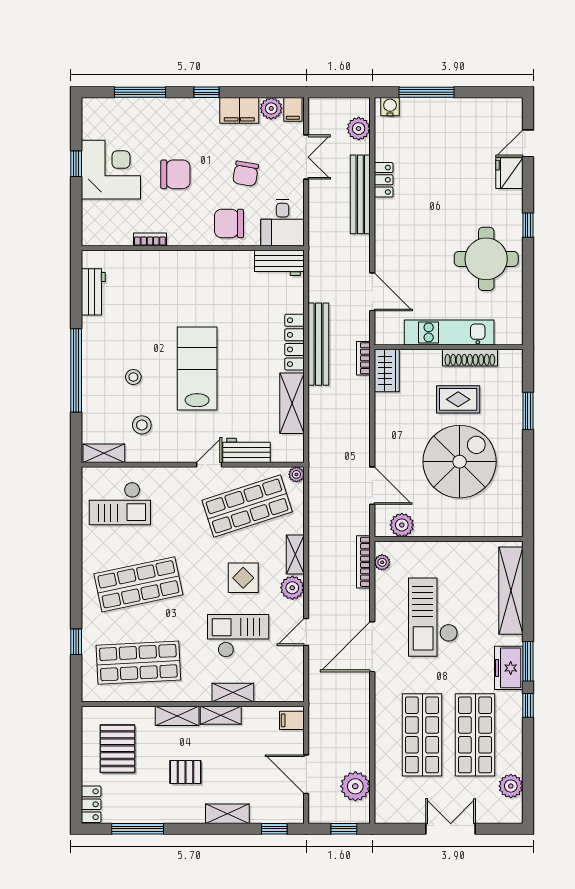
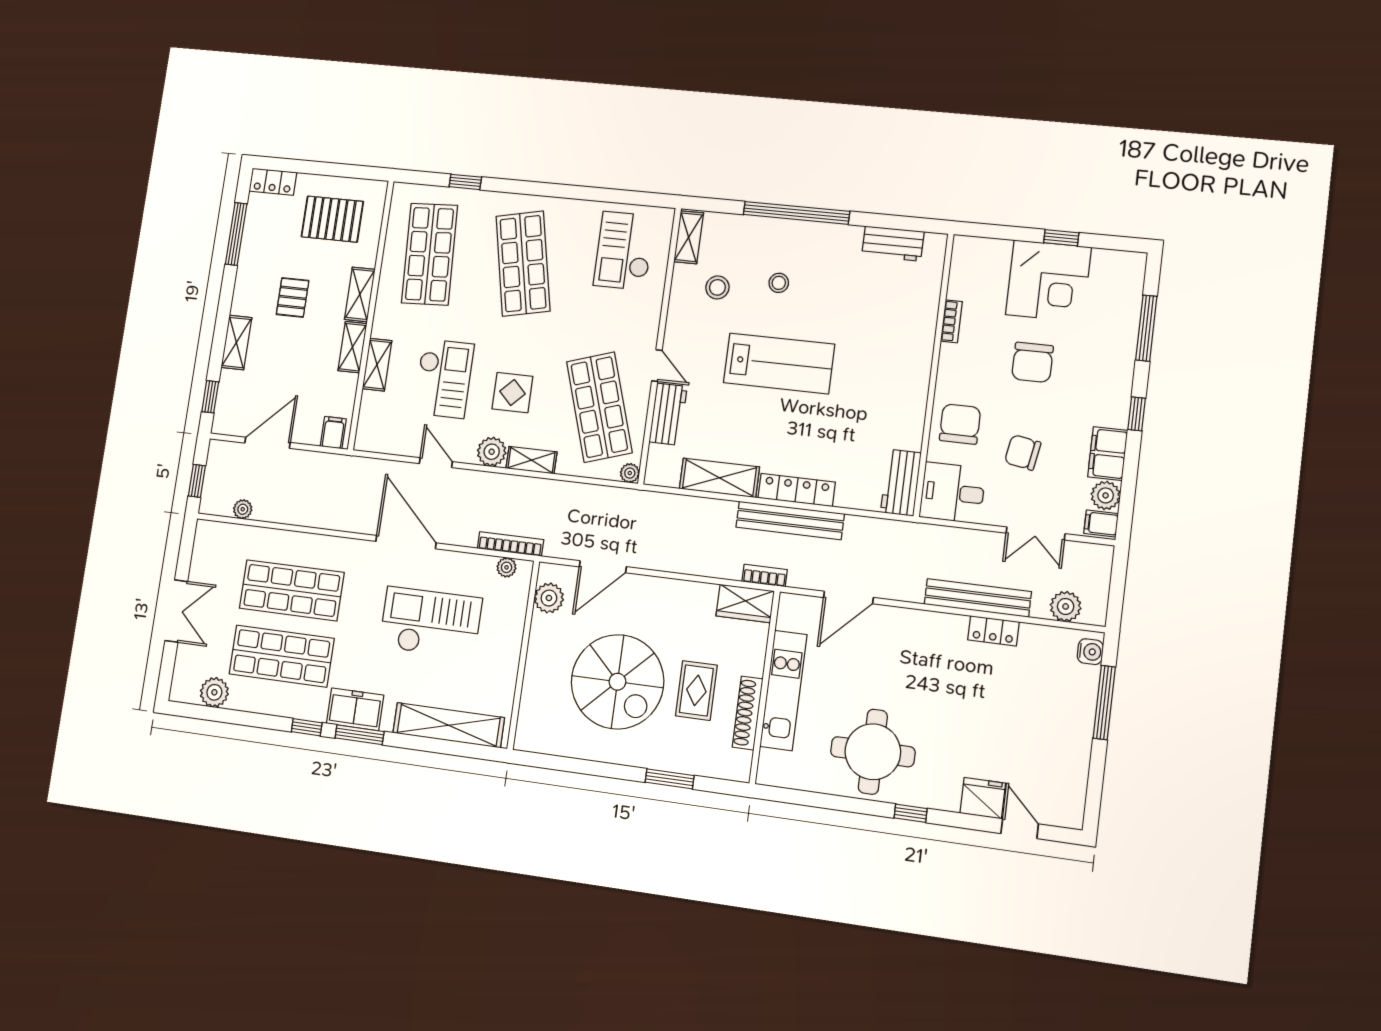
plant: (355, 786) -> (243, 509), width x0.53, depth x0.53

